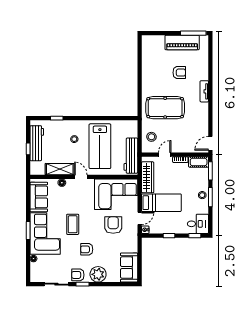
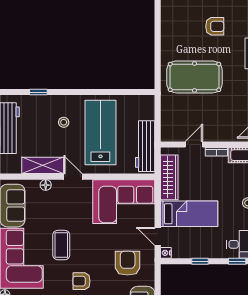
stool: (151, 137) -> (175, 119), removed
lab bench: (100, 146) -> (100, 132), turned 180
door: (140, 218) -> (158, 236), swing flipped
armchair: (113, 225) -> (128, 263), moved

